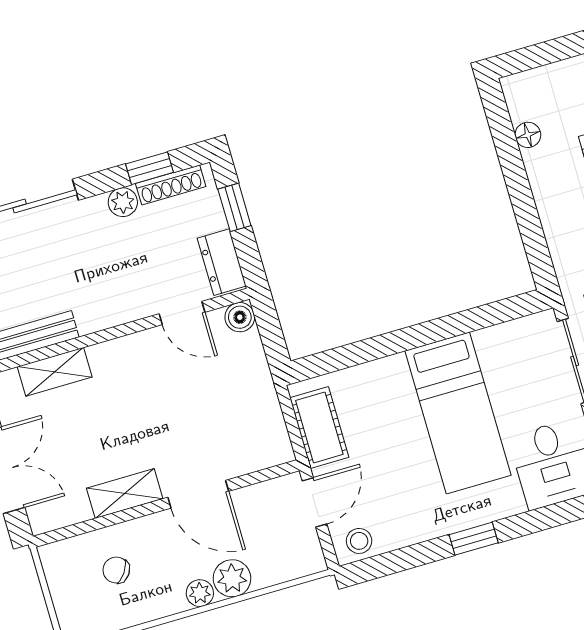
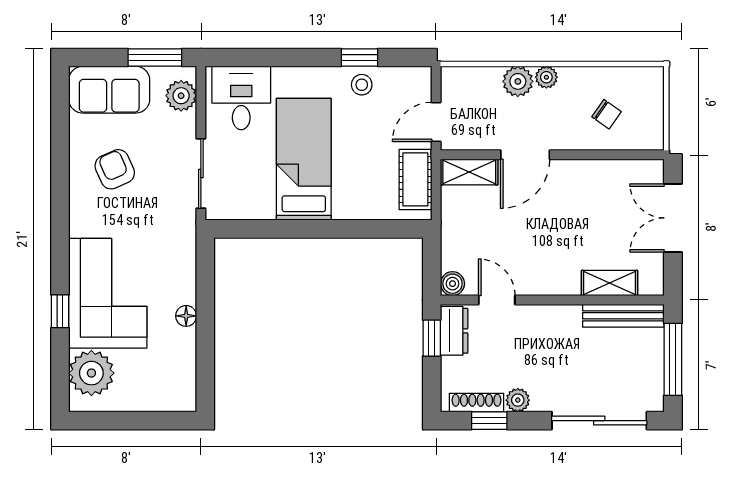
floor lamp: (528, 135) -> (186, 316), moved
window: (234, 207) -> (432, 338), moved
shelving: (125, 493) -> (469, 172), moved
door: (198, 494) -> (525, 155), swing flipped
window: (474, 539) -> (360, 58), moved
stool: (359, 541) -> (362, 85), moved

